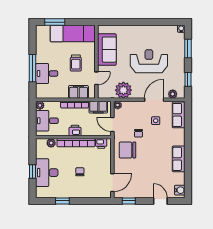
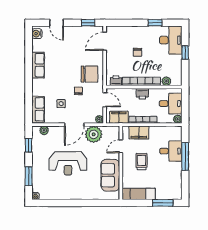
exam couch: (73, 34) -> (139, 194), width x0.73, depth x0.69
door: (154, 100) -> (74, 125), moved
desk: (47, 173) -> (171, 40), moved

